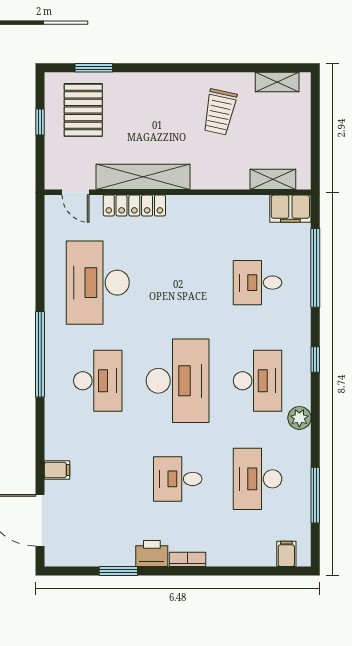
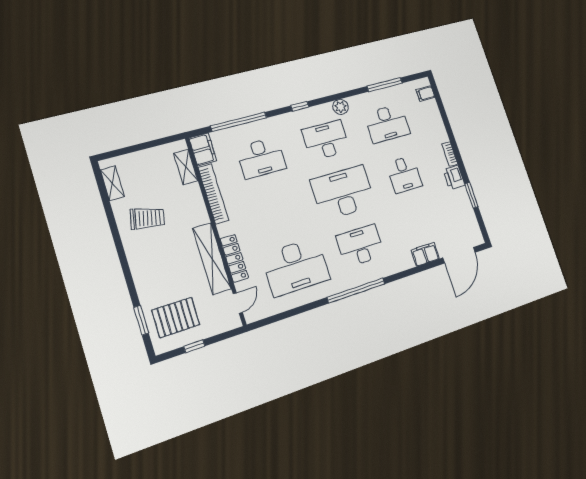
bookcase: (227, 204) -> (213, 194), added
desk: (258, 283) -> (261, 158), width x1.37
filing cabinet: (57, 470) -> (425, 254), width x2.00

